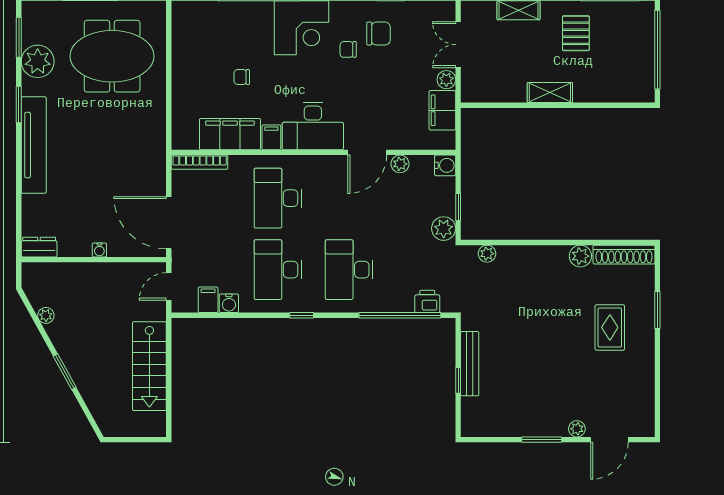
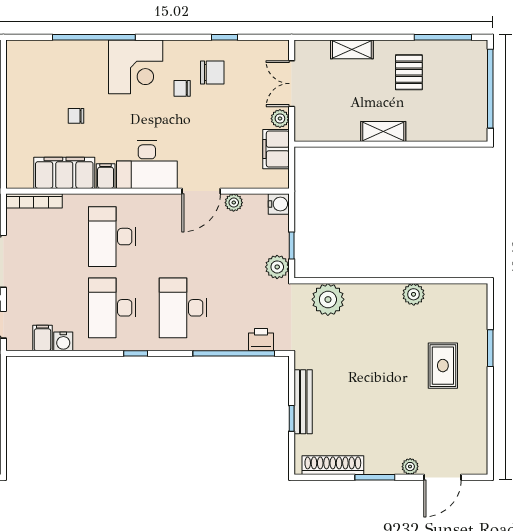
plant: (487, 254) -> (328, 299), width x1.88, depth x1.88
shoe rack: (624, 255) -> (333, 465), moved, turned 180

